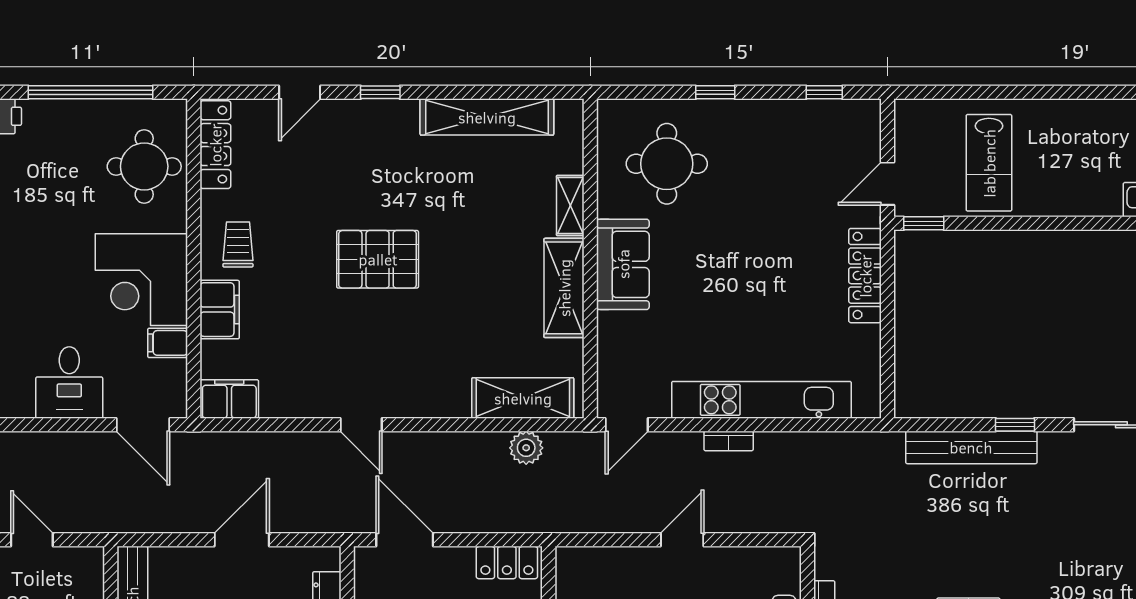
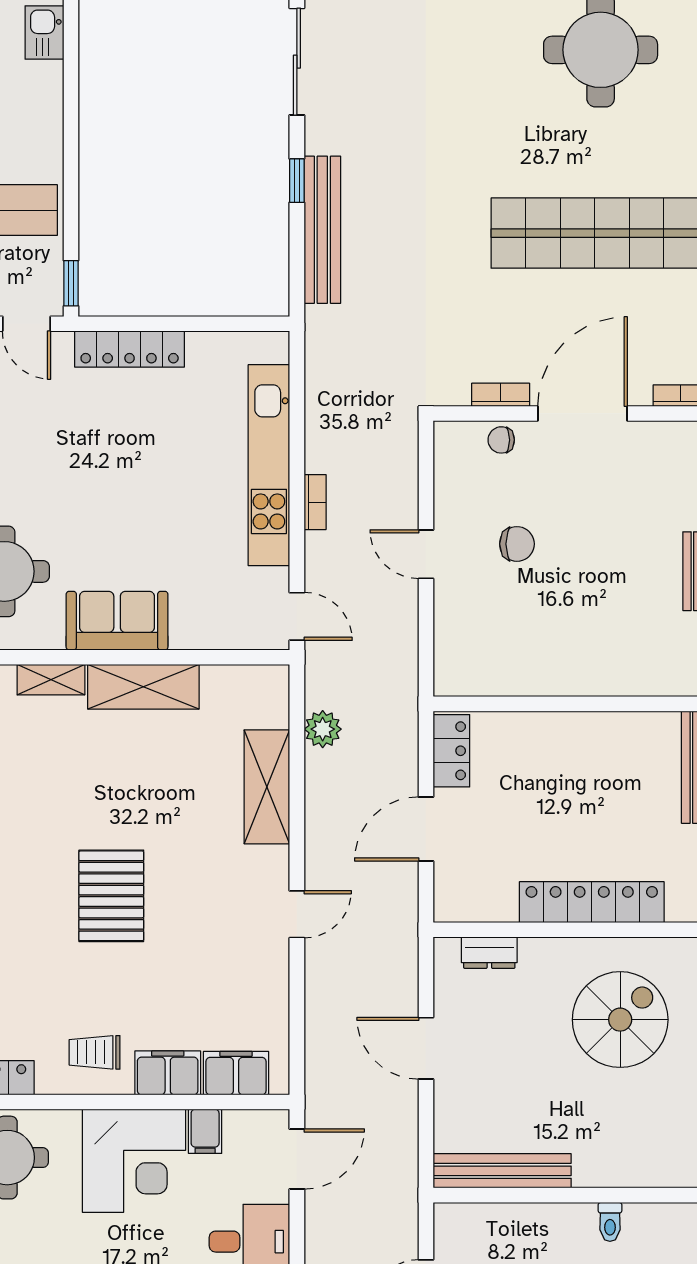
shelving: (523, 398) -> (267, 787), moved
filing cabinet: (229, 399) -> (236, 1073), moved, turned 90
door: (405, 540) -> (426, 829), moved

